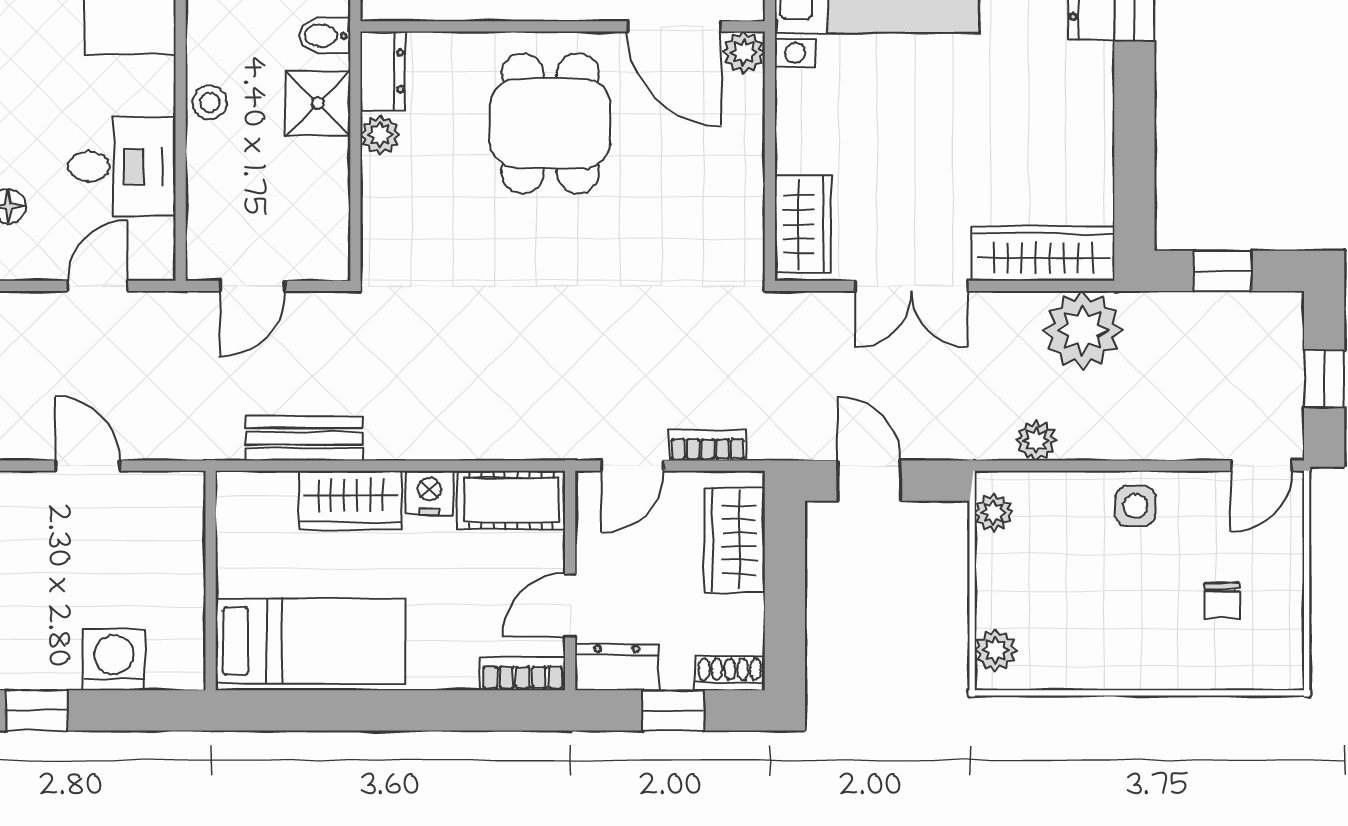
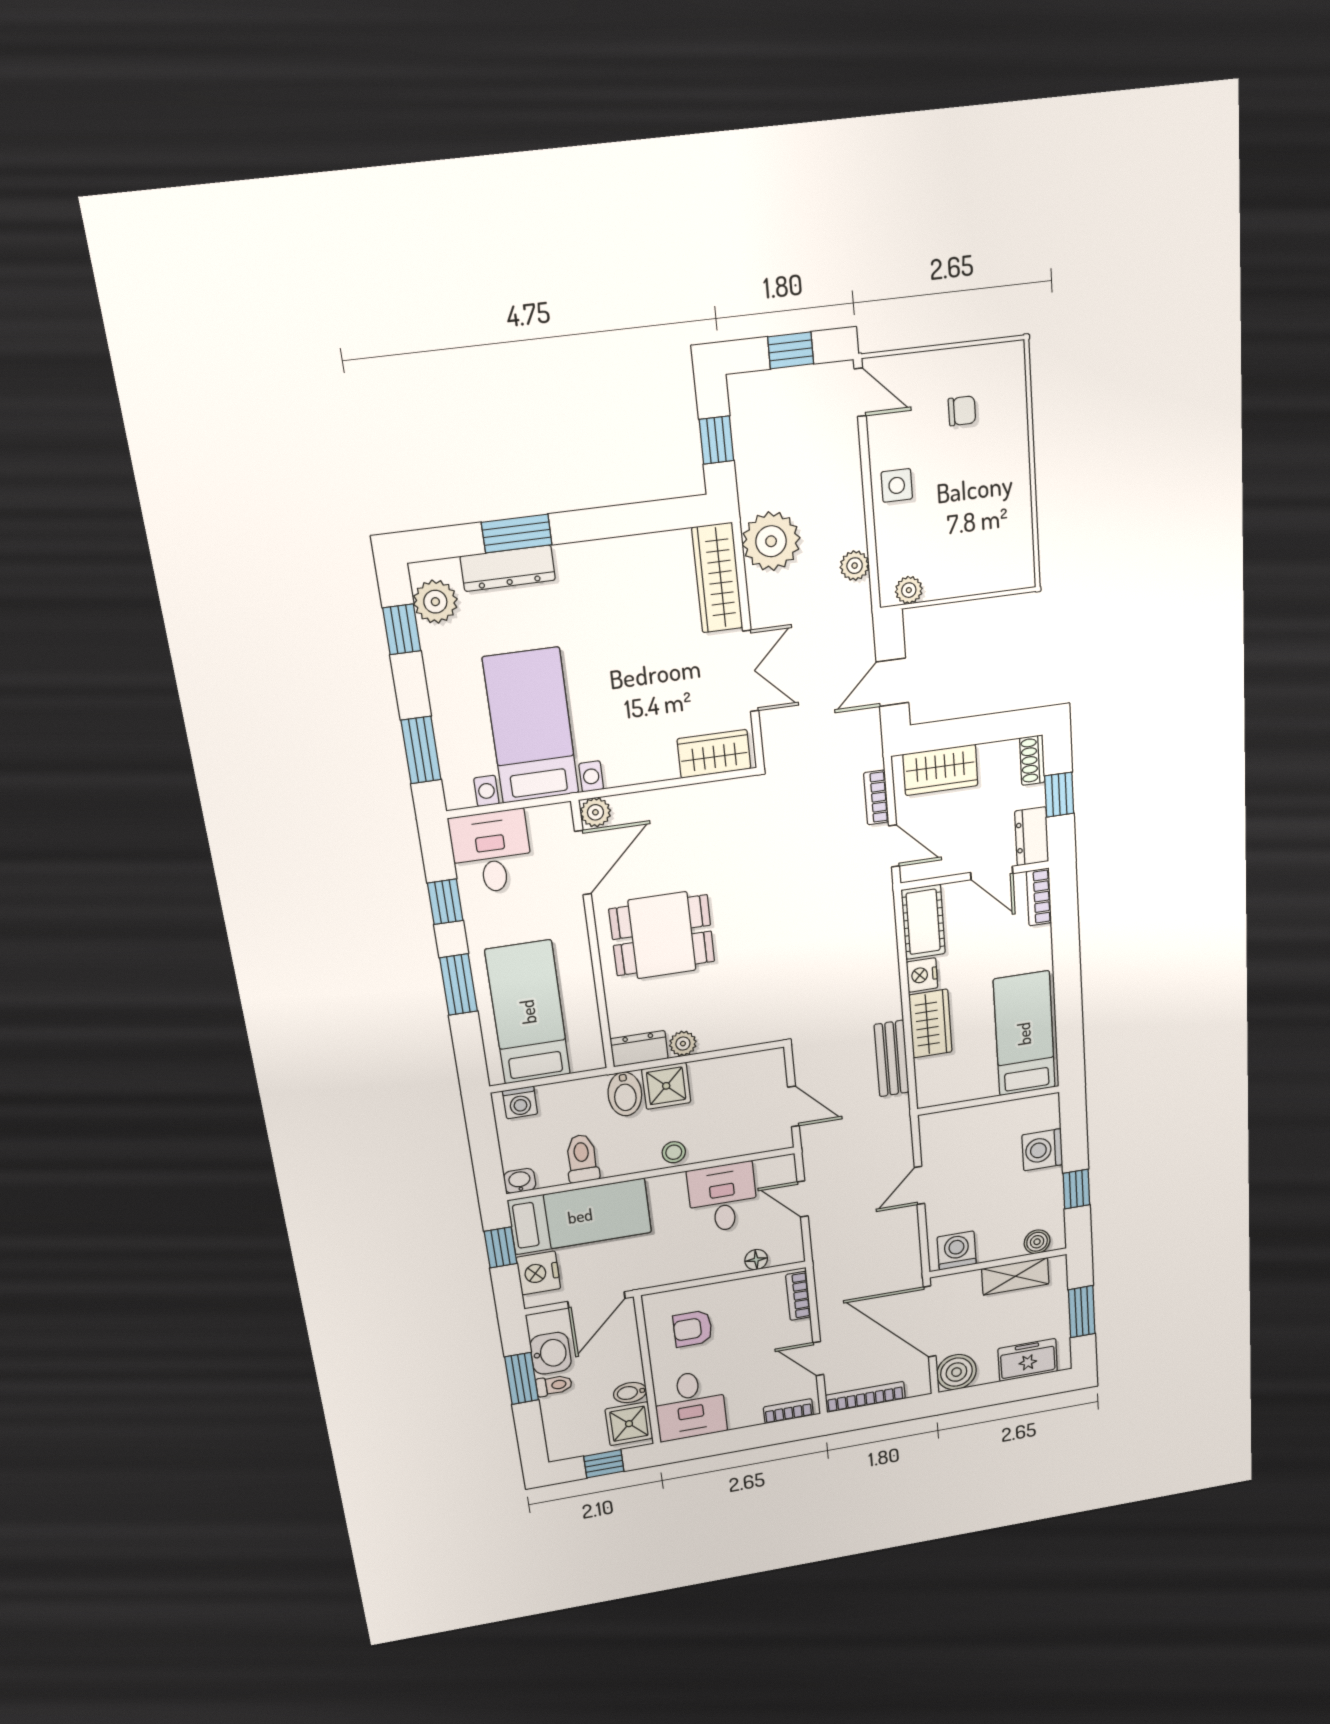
bidet: (325, 36) -> (625, 1094), width x1.38, depth x1.36
plant: (996, 650) -> (1007, 576), removed

